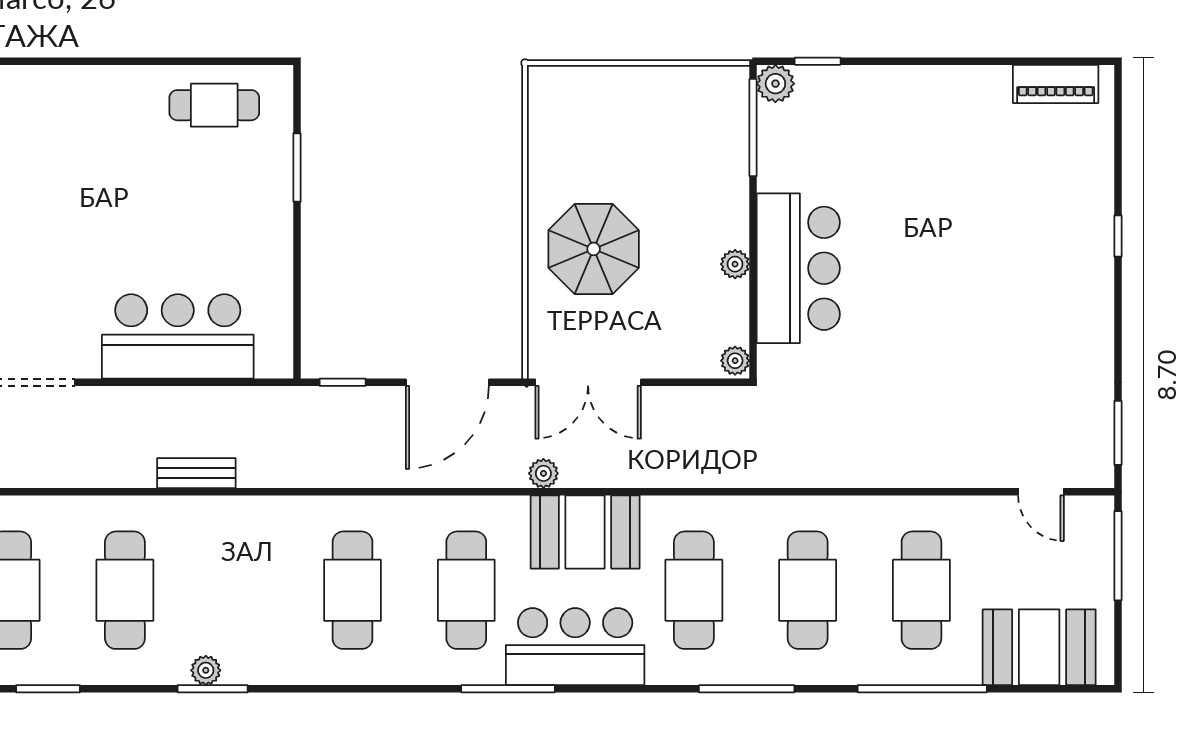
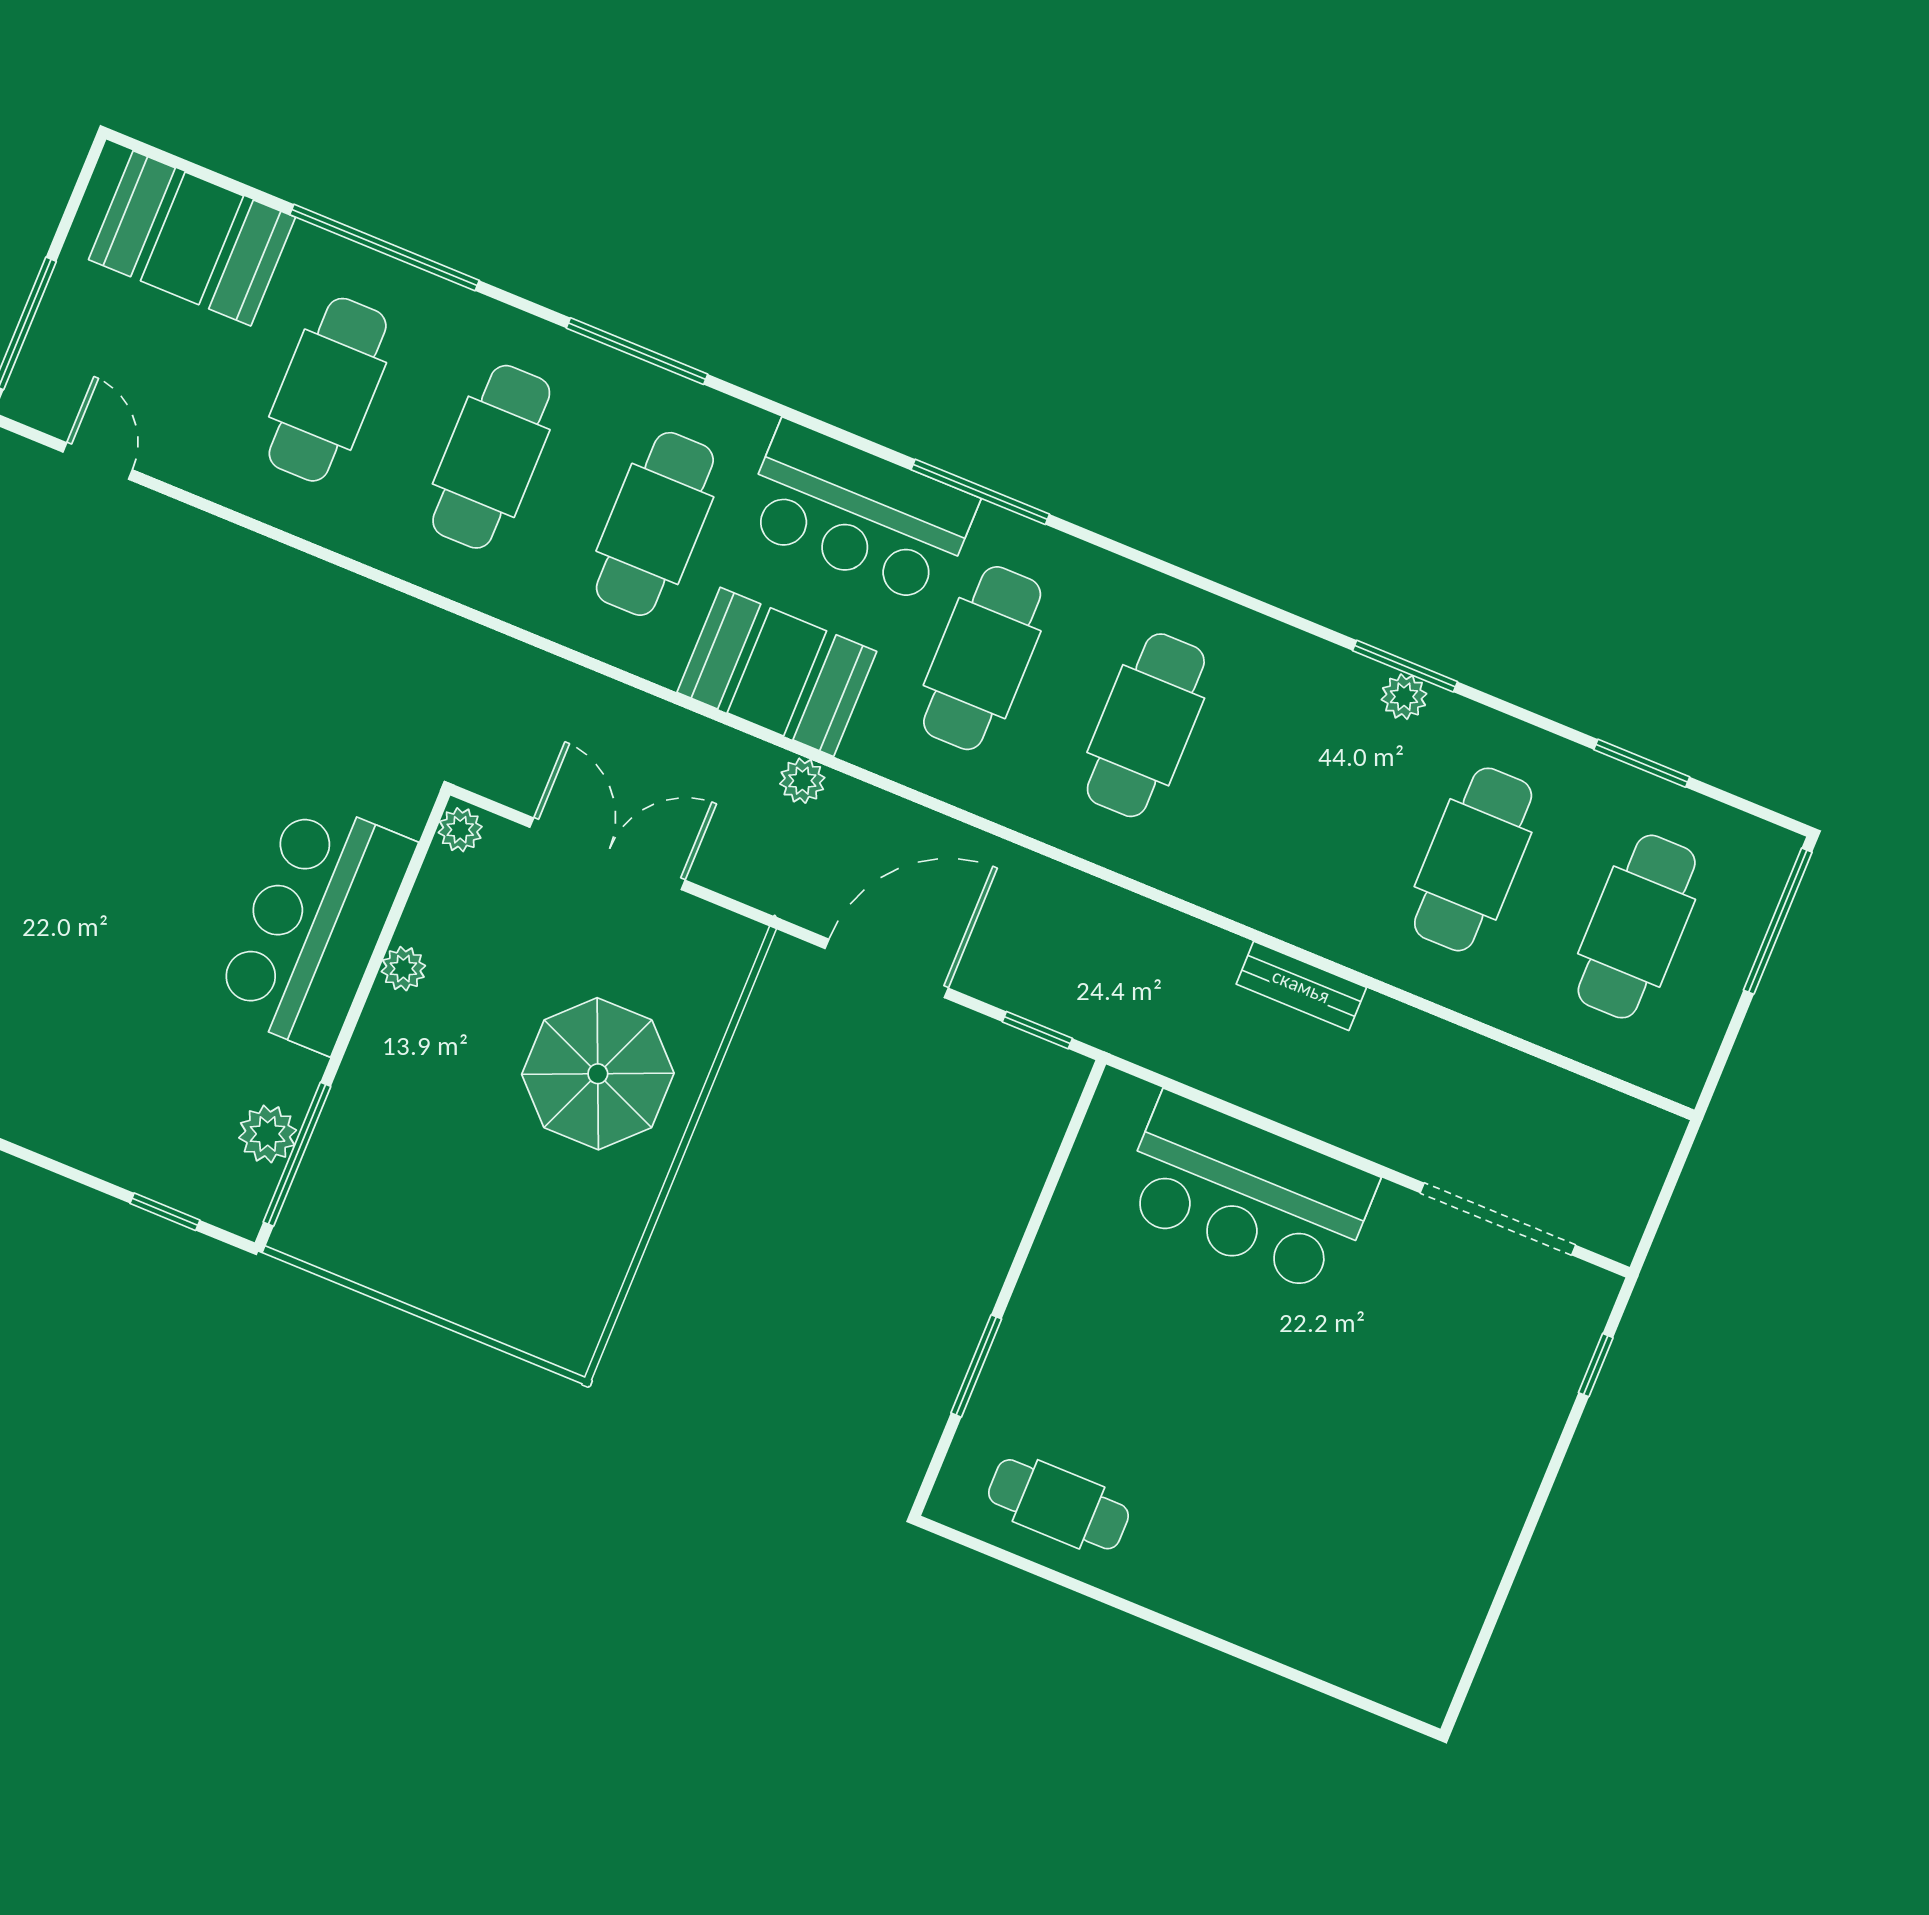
plant: (775, 84) -> (268, 1134), moved
double door: (588, 382) -> (607, 854), moved

